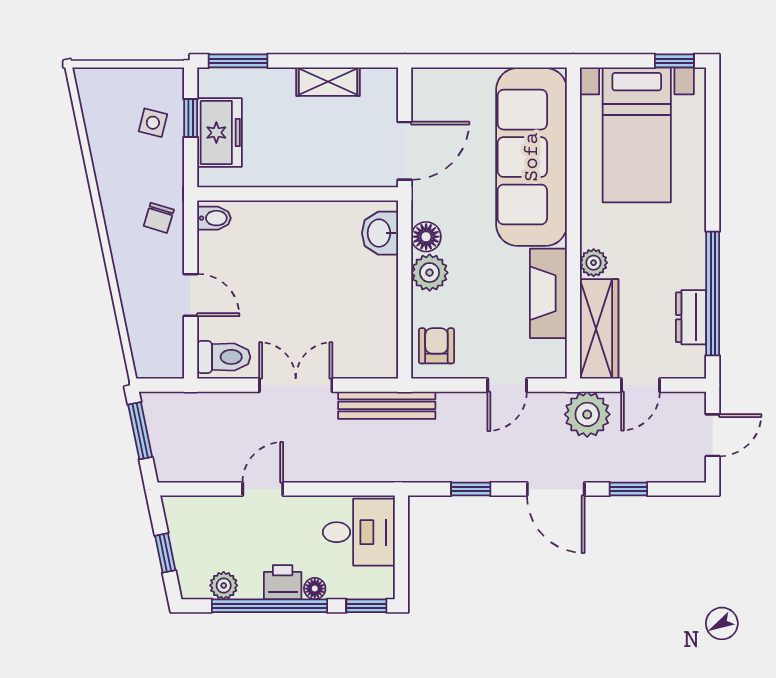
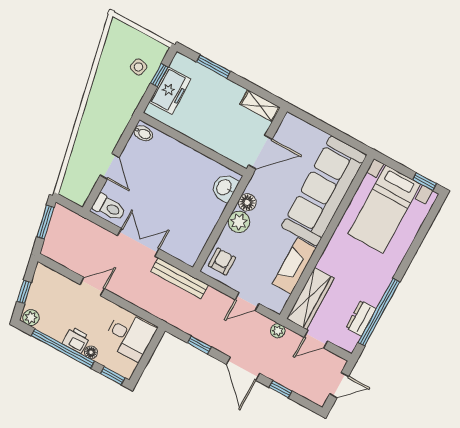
window: (238, 61) -> (213, 67), moved
shelving: (328, 82) -> (260, 106), moved
chair: (159, 218) -> (115, 118), removed
plant: (594, 263) -> (326, 263), removed
plant: (587, 414) -> (278, 331), width x0.53, depth x0.53
plant: (224, 585) -> (31, 318), moved

